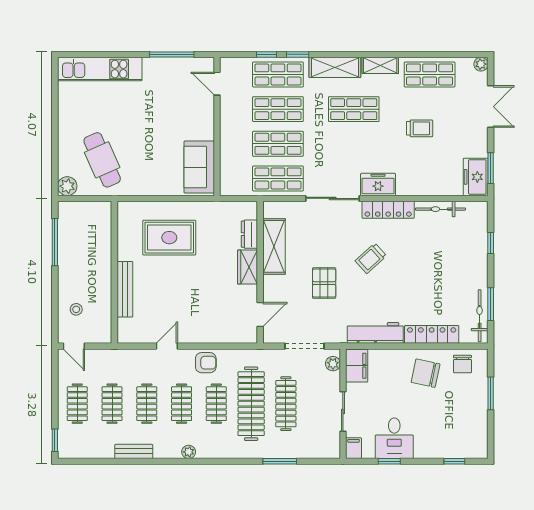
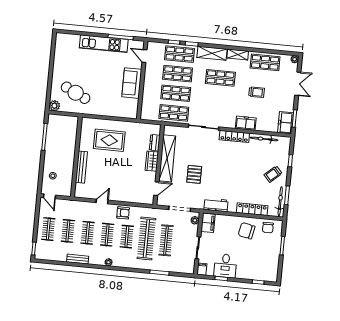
kitchen unit: (100, 69) -> (104, 44), moved
cafe table: (102, 160) -> (76, 93), turned -40
sofa: (199, 167) -> (132, 83), moved
freezer: (378, 185) -> (246, 123), moved
shelving: (274, 246) -> (167, 158), width x1.47
trolley: (371, 258) -> (273, 174), moved
workbench: (375, 333) -> (216, 205), width x0.73

